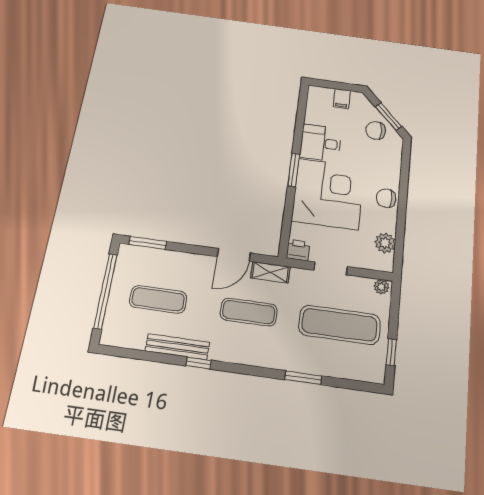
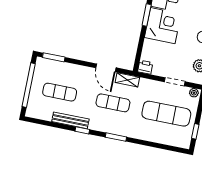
corner desk: (328, 194) -> (163, 26), width x0.74, depth x0.74
door: (234, 255) -> (106, 68), hinge flipped
doorway: (331, 268) -> (175, 82), moved
window: (303, 378) -> (116, 137), moved

